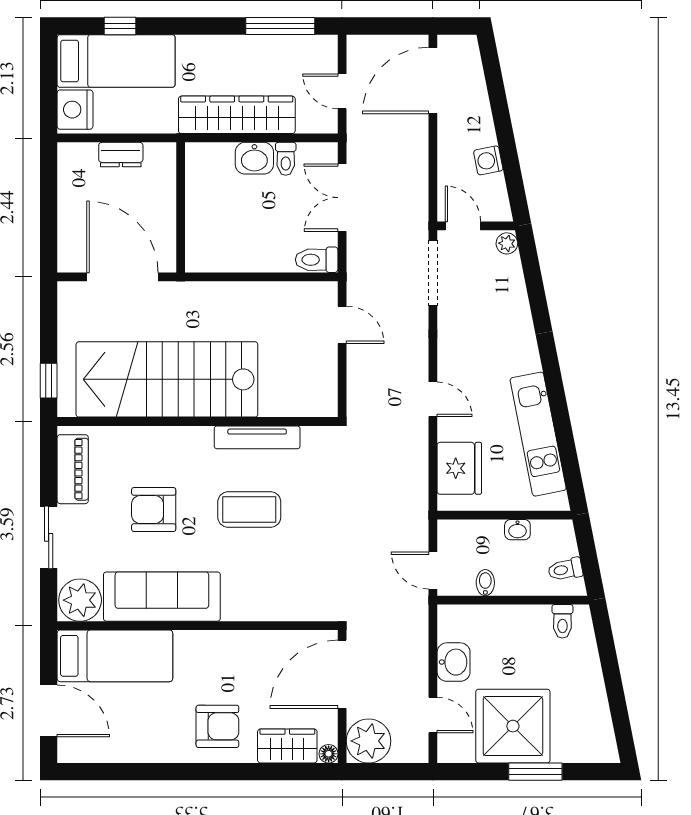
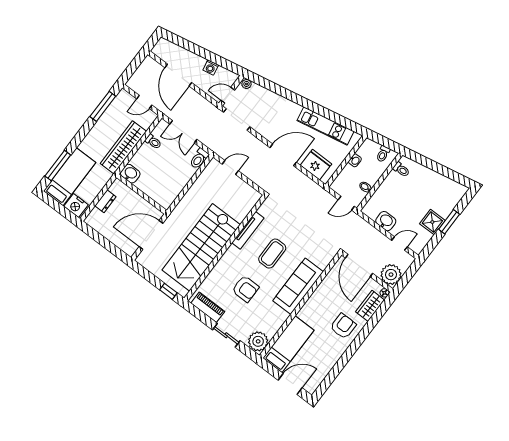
window: (120, 26) -> (58, 165), width x2.17
door: (433, 81) -> (178, 75), moved
washbasin: (254, 158) -> (130, 174), moved, turned -90
door: (433, 399) -> (283, 155), width x1.87
armchair: (154, 510) -> (245, 289), turned -90
sofa: (162, 597) -> (298, 286), moved
shower: (513, 726) -> (432, 222), width x0.54, depth x0.54

